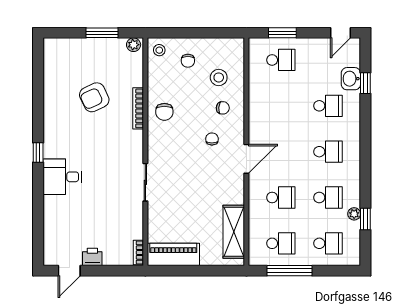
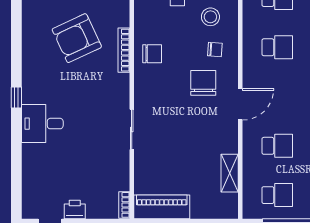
armchair: (94, 97) -> (77, 38), width x1.36, depth x1.36
school desk: (281, 106) -> (277, 47), added
chair: (164, 112) -> (152, 54), turned -90
chair: (212, 139) -> (203, 83), width x1.87, depth x1.87
shelving: (234, 232) -> (230, 173), width x0.67, depth x0.75

